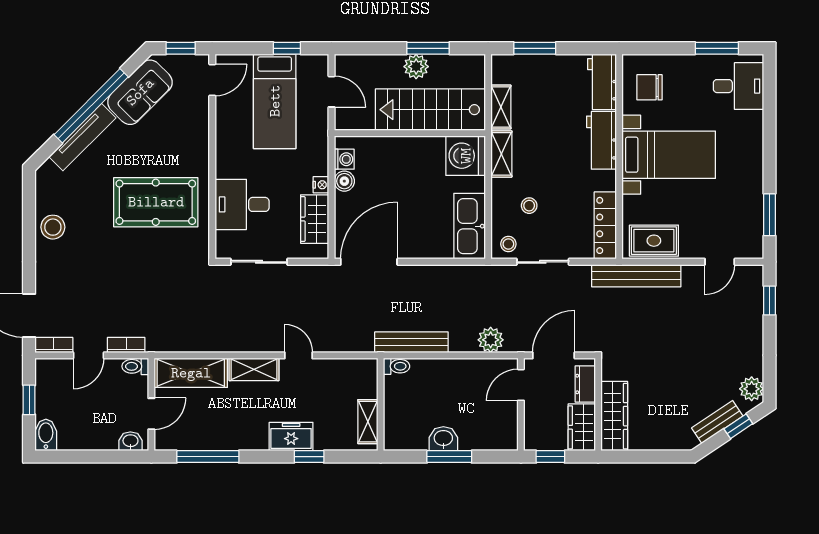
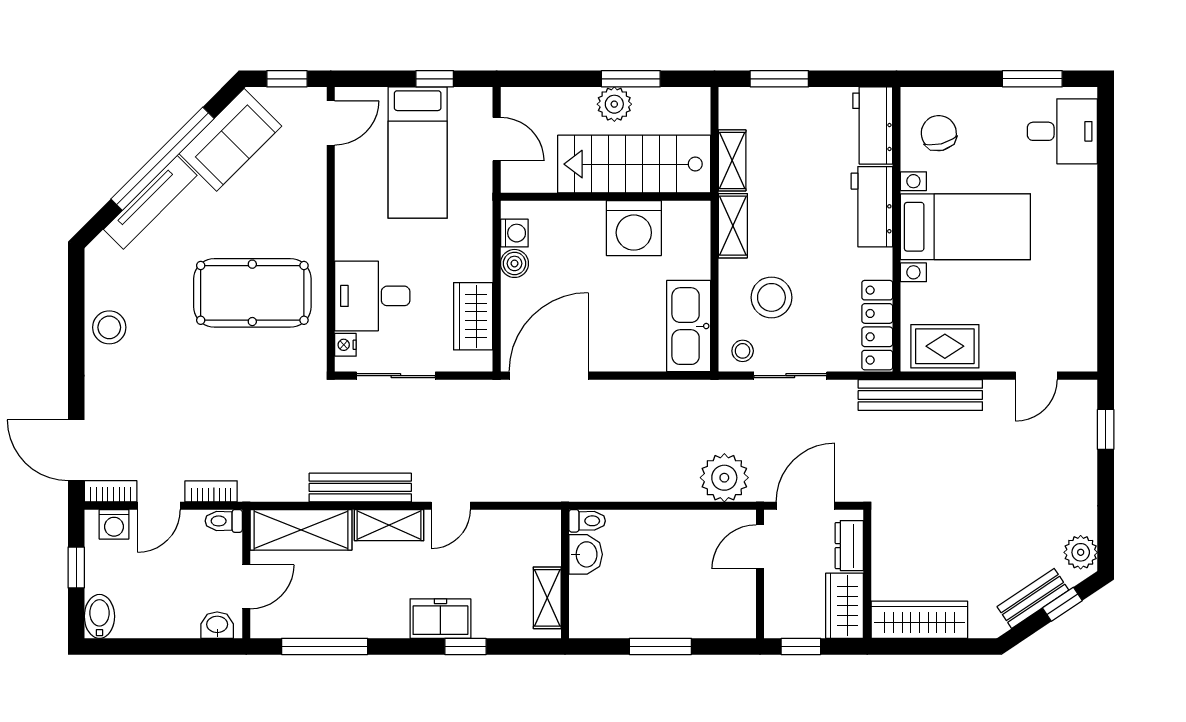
chair: (650, 87) -> (939, 133), turned 76
washing machine: (466, 156) -> (634, 228), moved, turned -90
nightstand: (321, 185) -> (345, 345), moved, turned 180
stool: (529, 206) -> (771, 297), width x1.89, depth x1.89
window: (770, 215) -> (1106, 310), removed
plant: (491, 340) -> (724, 478), width x1.36, depth x1.36
bench: (411, 342) -> (360, 487), moved
door: (299, 355) -> (451, 506), swing flipped
washing machine: (56, 369) -> (114, 524), added
wardrobe: (614, 416) -> (919, 620), moved, turned -90
washbasin: (443, 439) -> (586, 554), moved, turned 90

